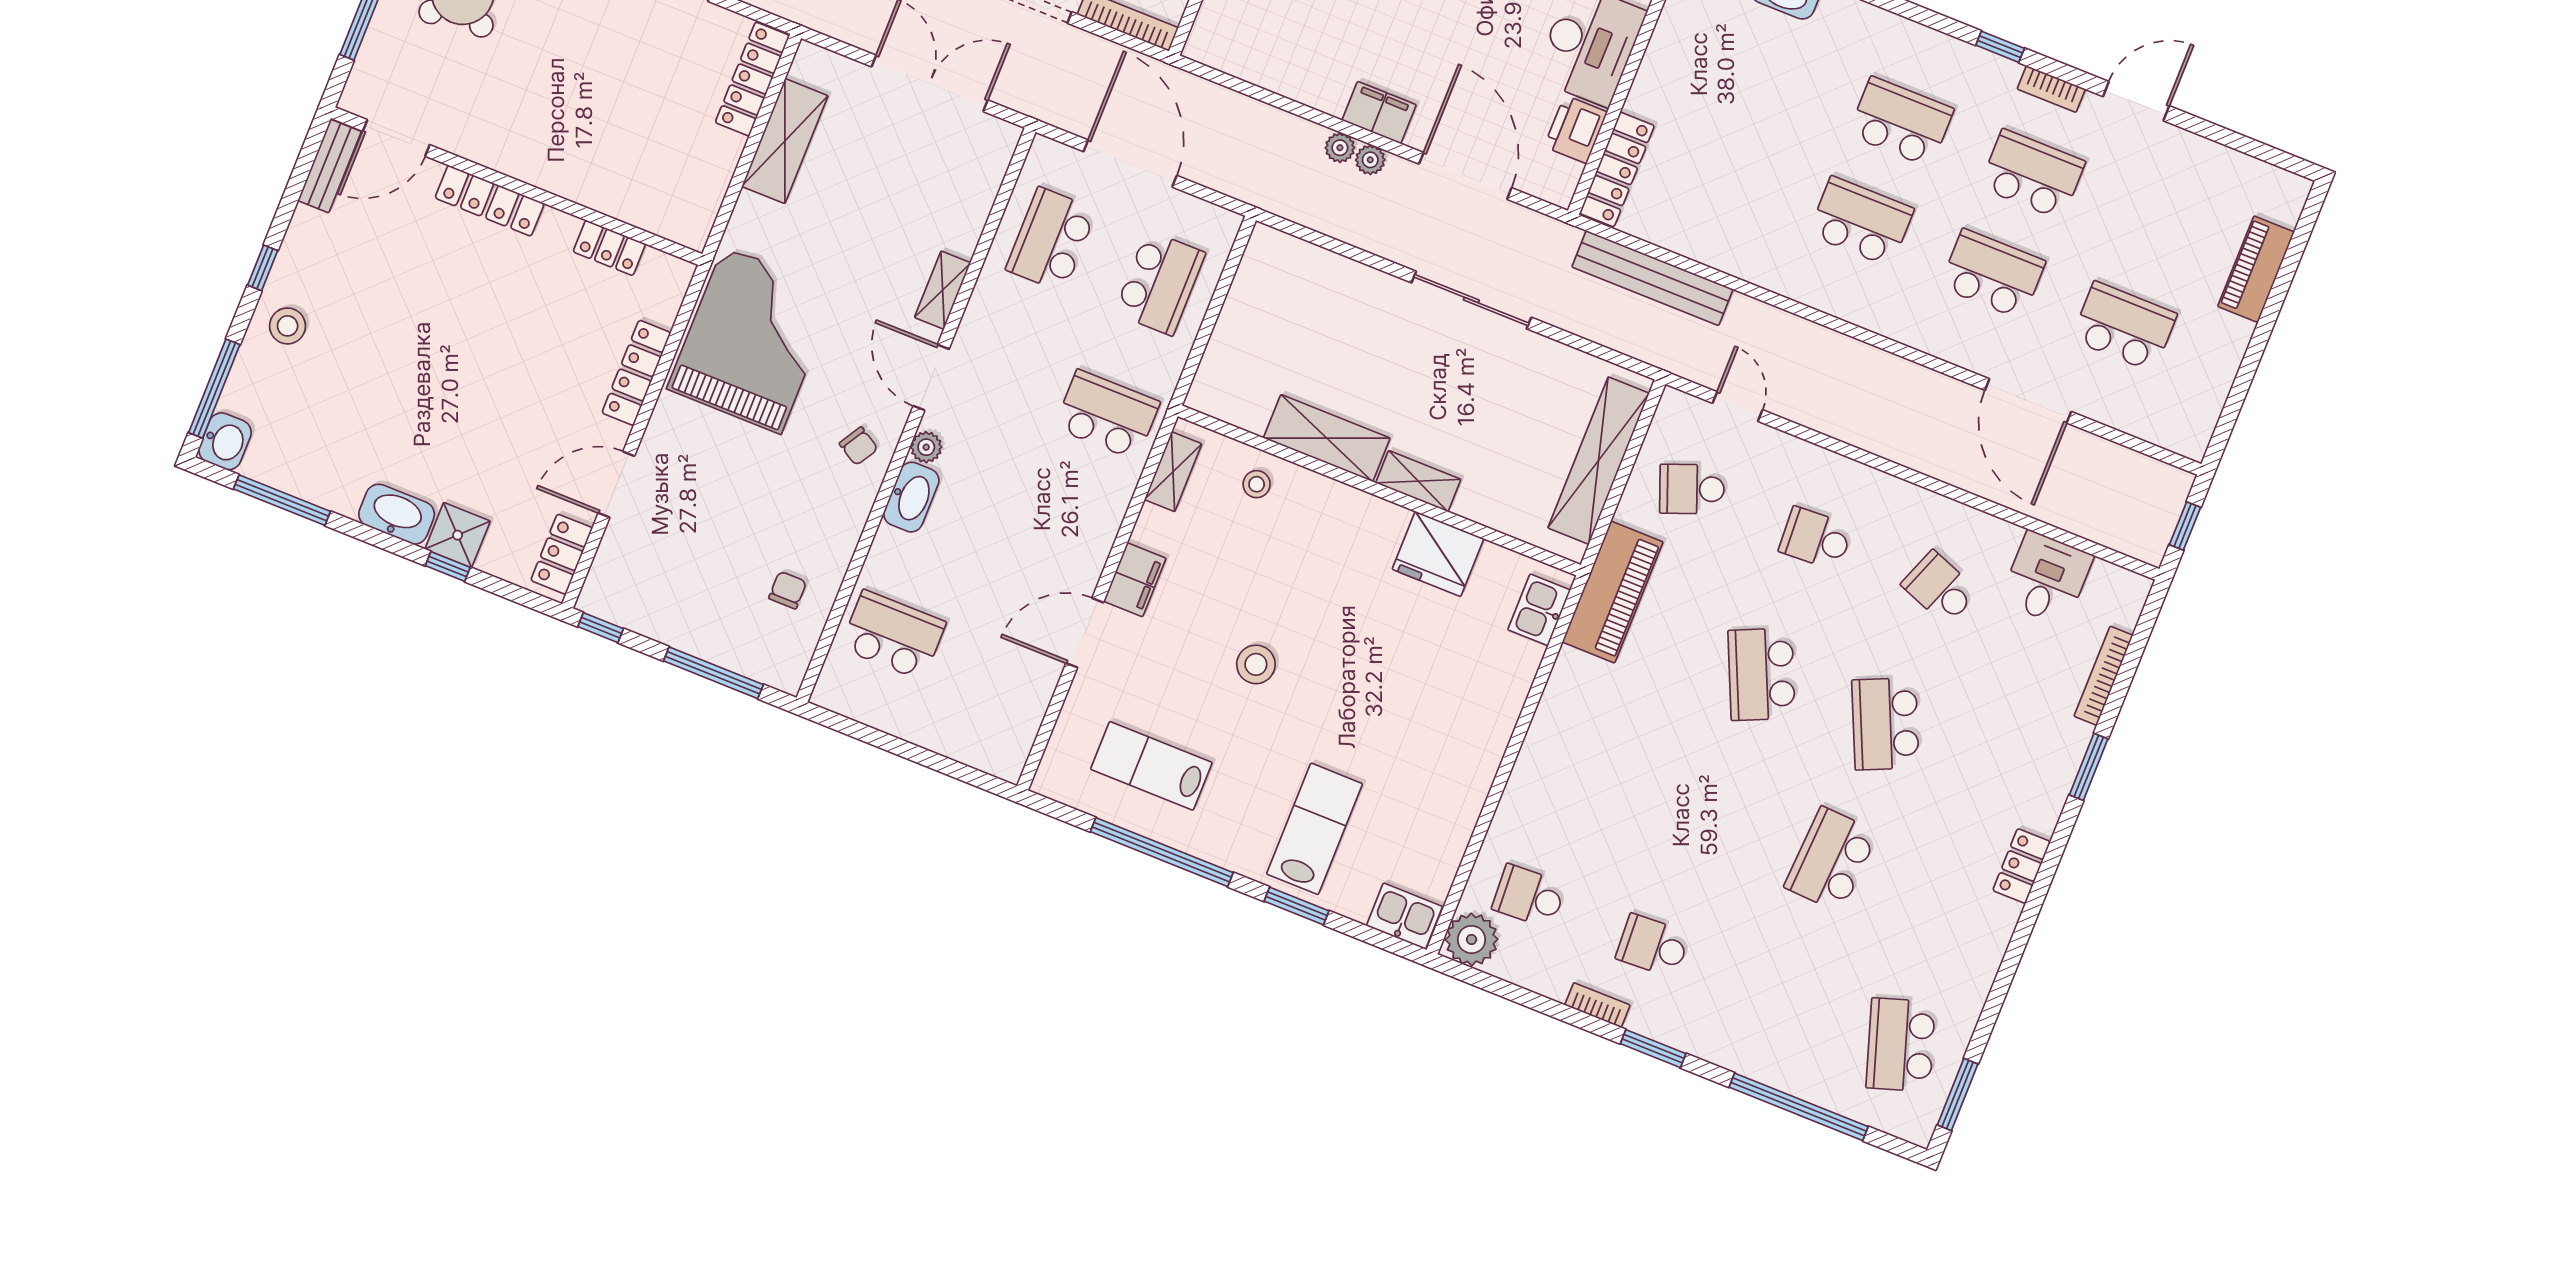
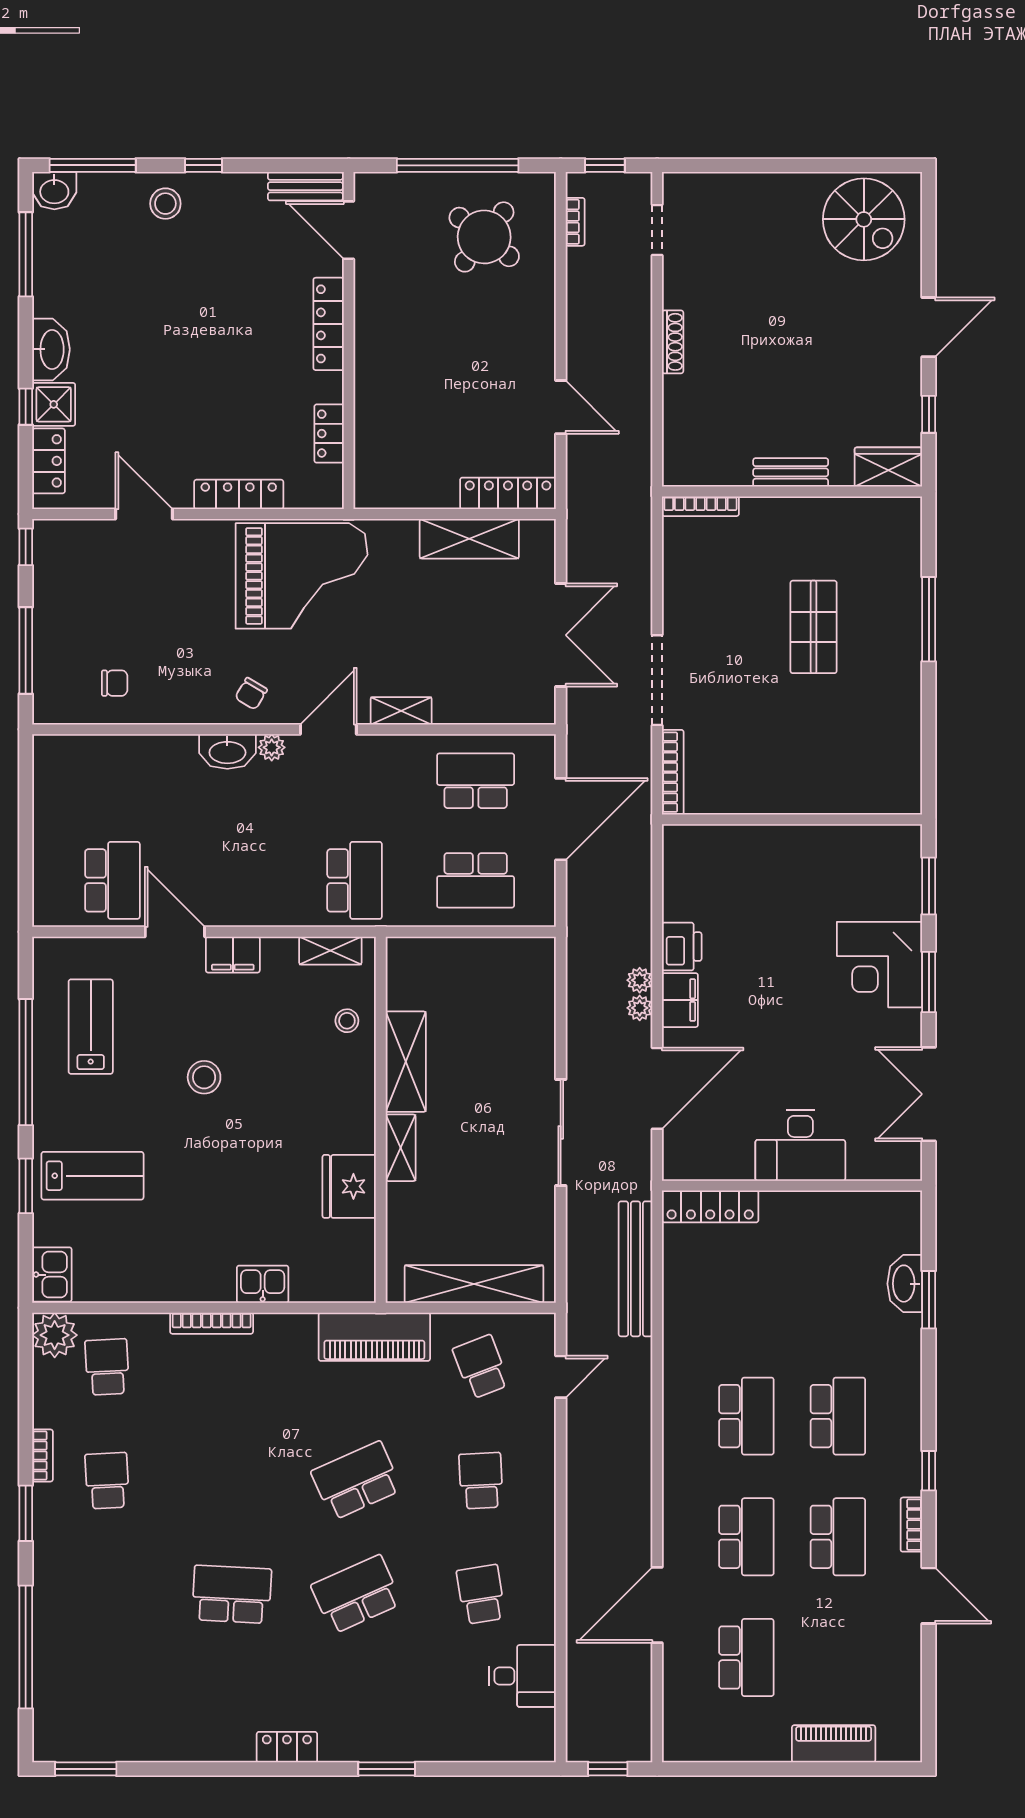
printer: (1576, 129) -> (682, 947), moved, turned 90
locker: (562, 554) -> (49, 461), moved, turned 90
school desk: (1940, 588) -> (481, 1594), turned -30
kitchen sink: (1539, 610) -> (263, 1284), moved
school desk: (893, 635) -> (112, 880), moved
bookcase: (2104, 676) -> (212, 1323), moved, turned 180
school desk: (1901, 1045) -> (107, 1708), removed

